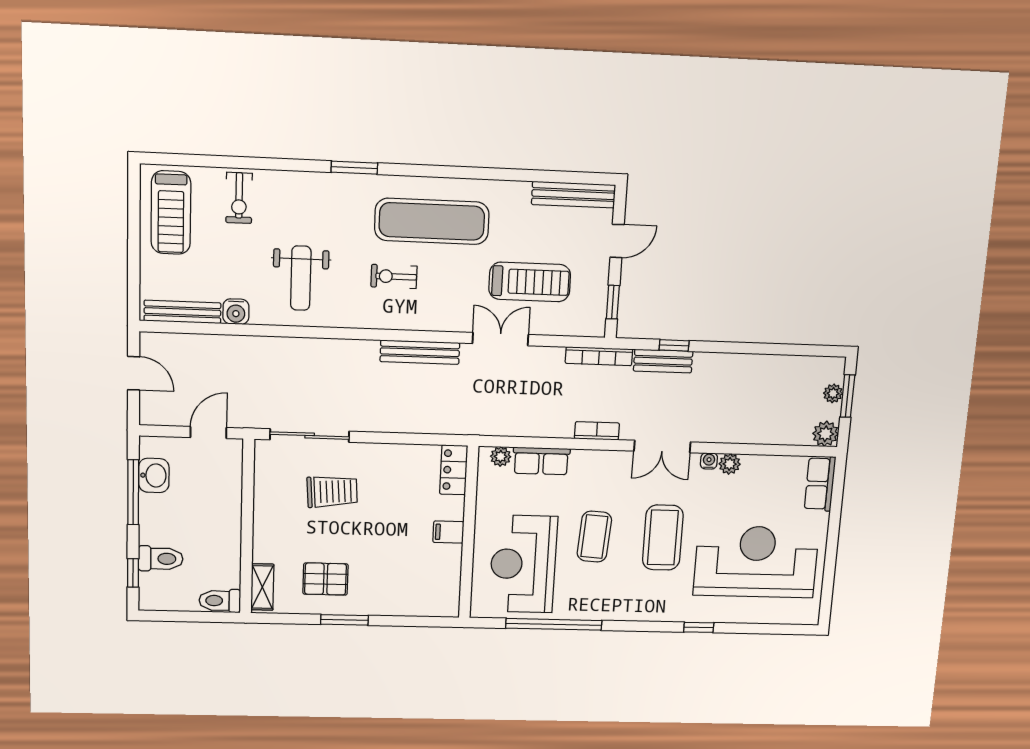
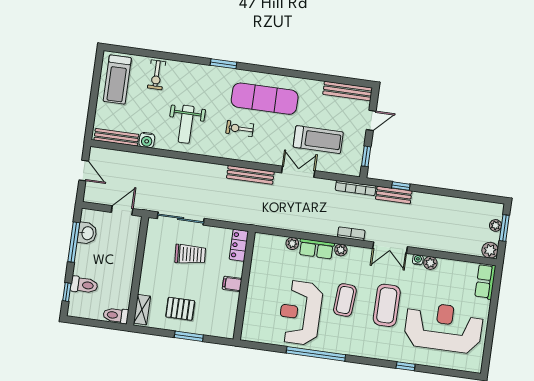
plant: (582, 459) -> (341, 250), added
locker: (454, 470) -> (239, 245), moved
filing cabinet: (448, 532) -> (232, 284), moved
wall: (469, 533) -> (244, 286), moved

